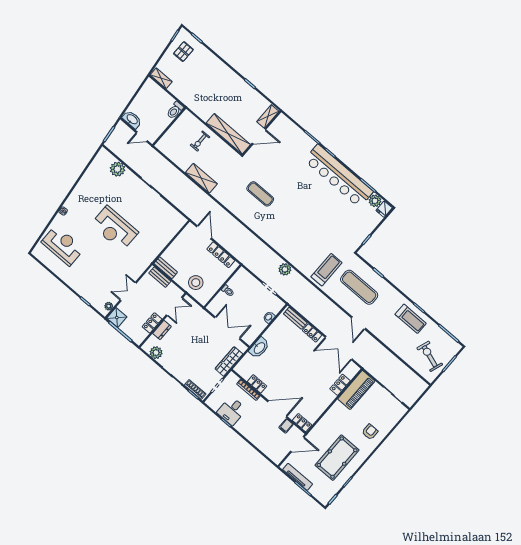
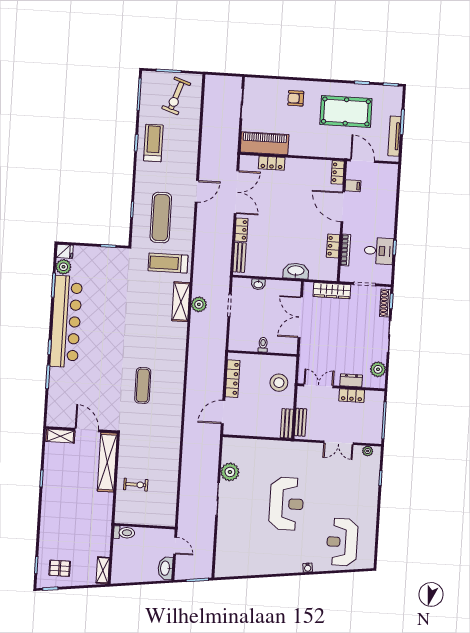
plant: (117, 169) -> (230, 472), moved
shelving: (201, 178) -> (181, 302), moved
shower: (117, 318) -> (373, 434), removed

